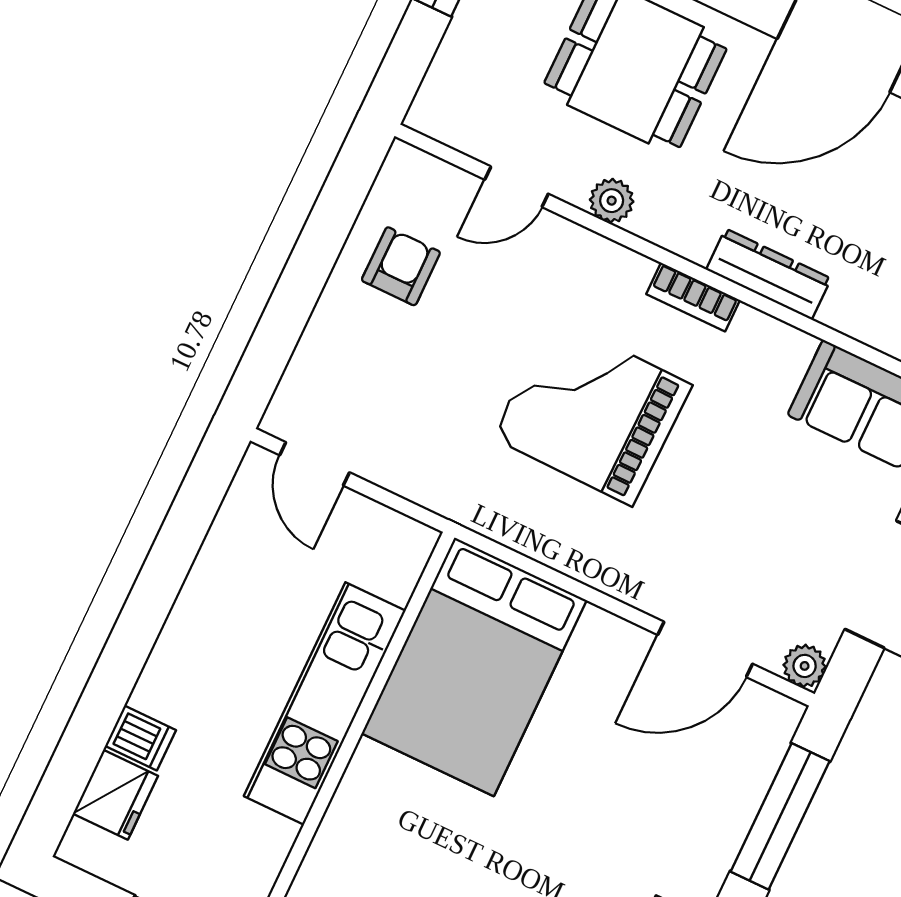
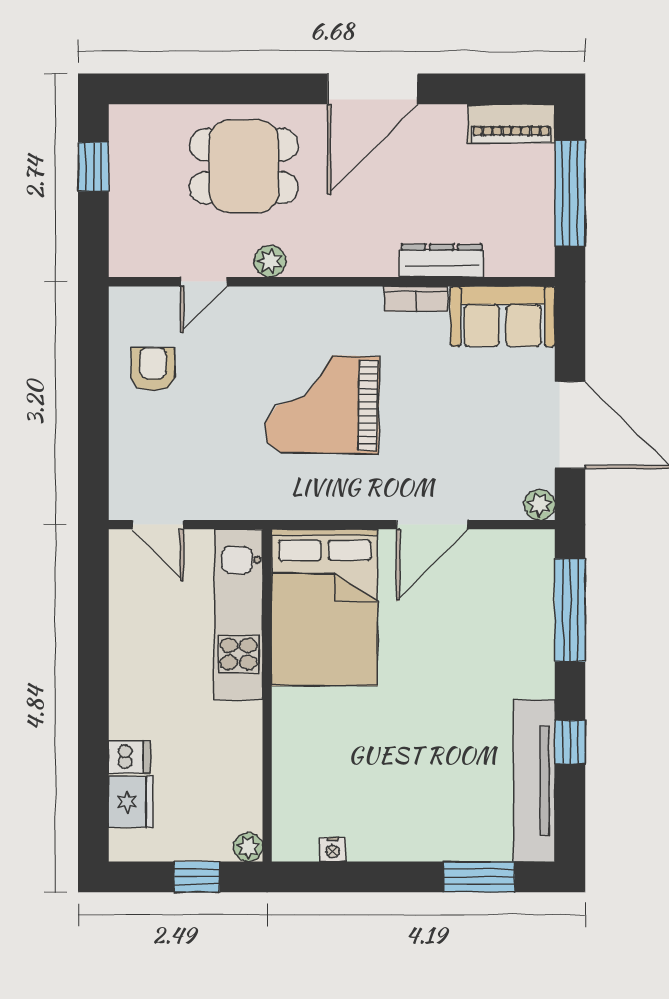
dresser: (769, 274) -> (442, 261), moved
bookcase: (693, 297) -> (416, 299), moved
door: (705, 649) -> (432, 525), moved
kitchen unit: (325, 703) -> (239, 615), moved

